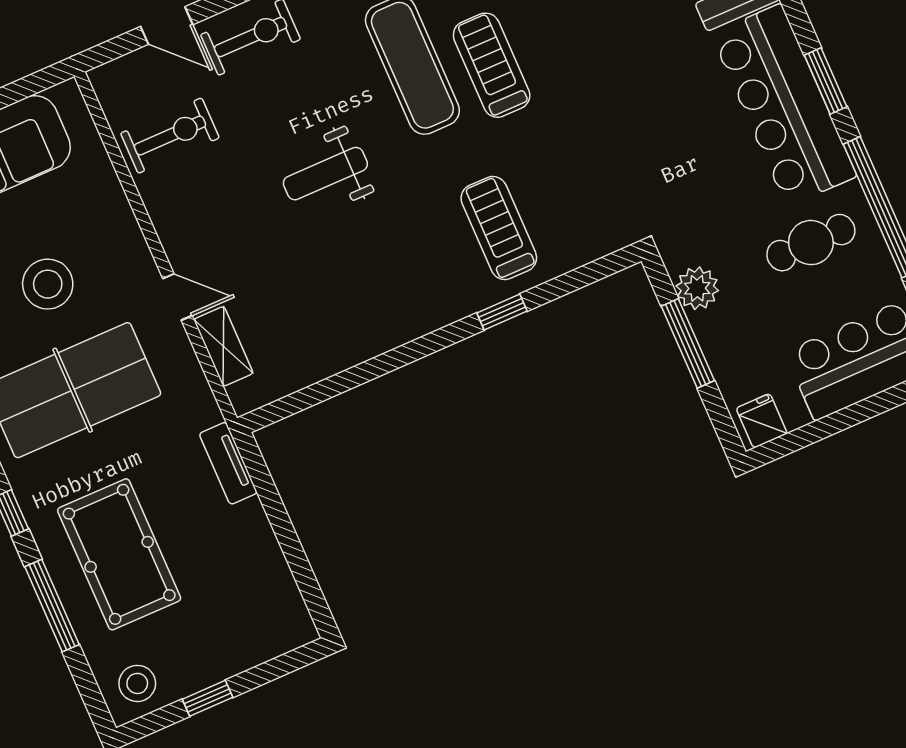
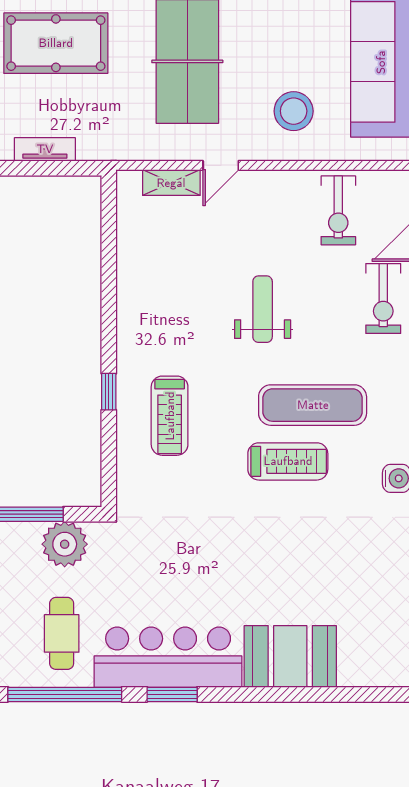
treadmill: (499, 228) -> (170, 416), turned 90
stool: (48, 284) -> (294, 111), moved
plant: (697, 288) -> (65, 544), width x1.36, depth x1.36
tv unit: (228, 463) -> (45, 149), moved

